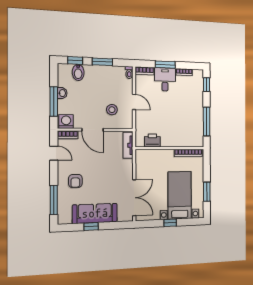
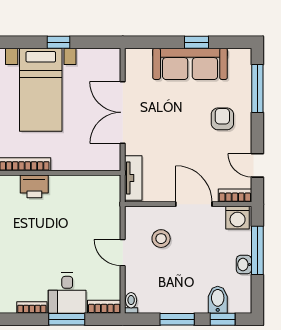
printer: (152, 140) -> (34, 186), moved
double door: (134, 198) -> (123, 112), moved

